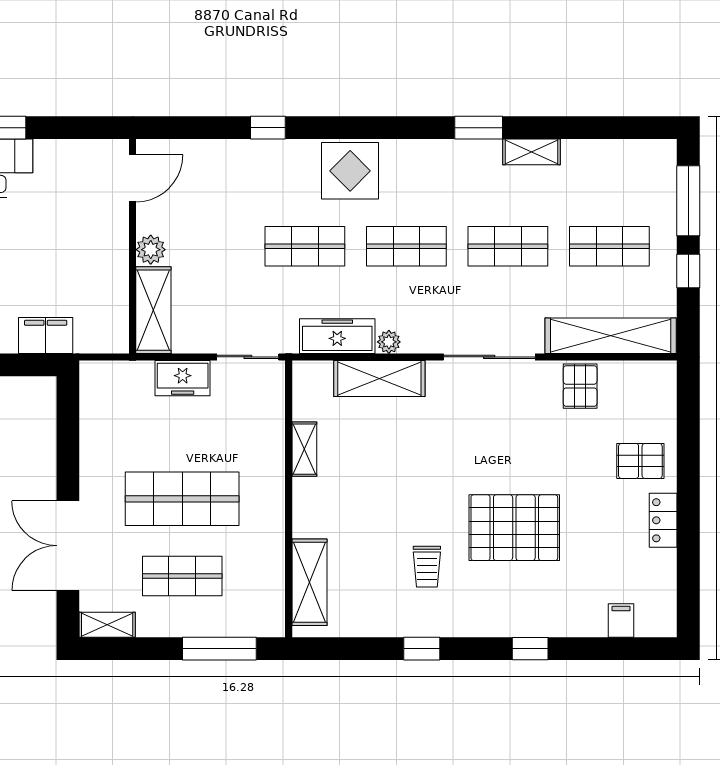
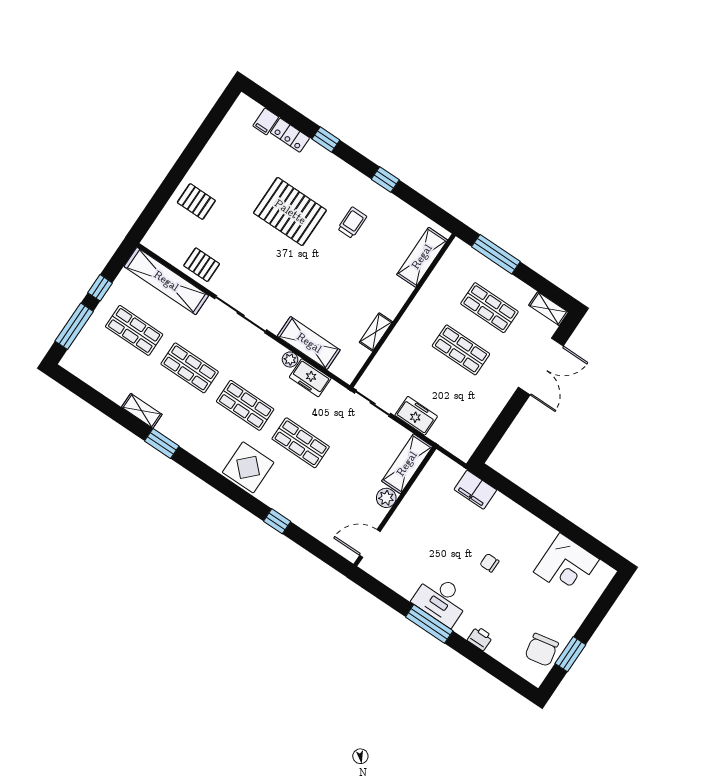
freezer: (337, 336) -> (310, 378), width x0.71
pallet: (580, 386) -> (202, 265), turned 90
shop shelf: (182, 499) -> (461, 350), width x0.70, depth x0.74
locker: (663, 520) -> (290, 135), moved, turned 90

